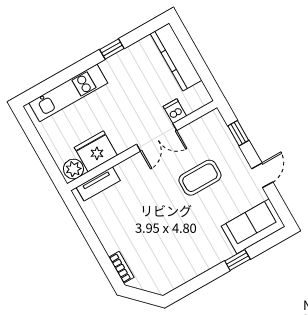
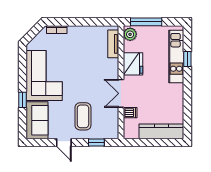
window: (112, 49) -> (187, 59), moved
fridge: (96, 151) -> (133, 64), moved
window: (46, 157) -> (146, 22), added
coffee table: (200, 178) -> (83, 116), moved
corner sofa: (190, 250) -> (44, 76), added

